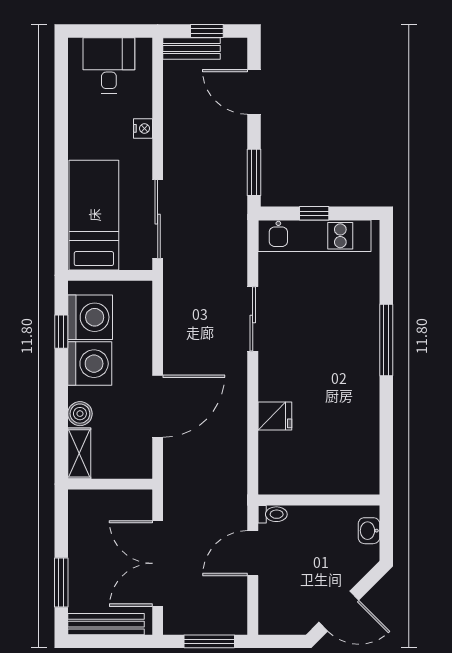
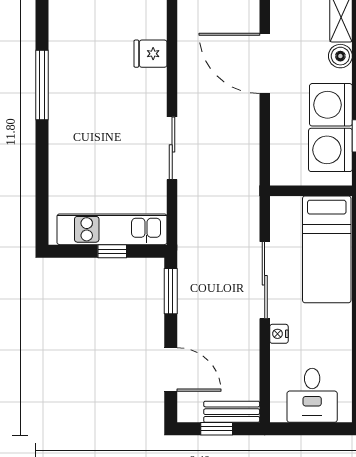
sliding door: (158, 219) -> (265, 280), moved
window: (386, 340) -> (42, 85), moved
door: (158, 406) -> (265, 63), hinge flipped

